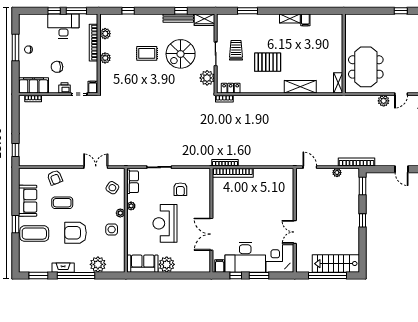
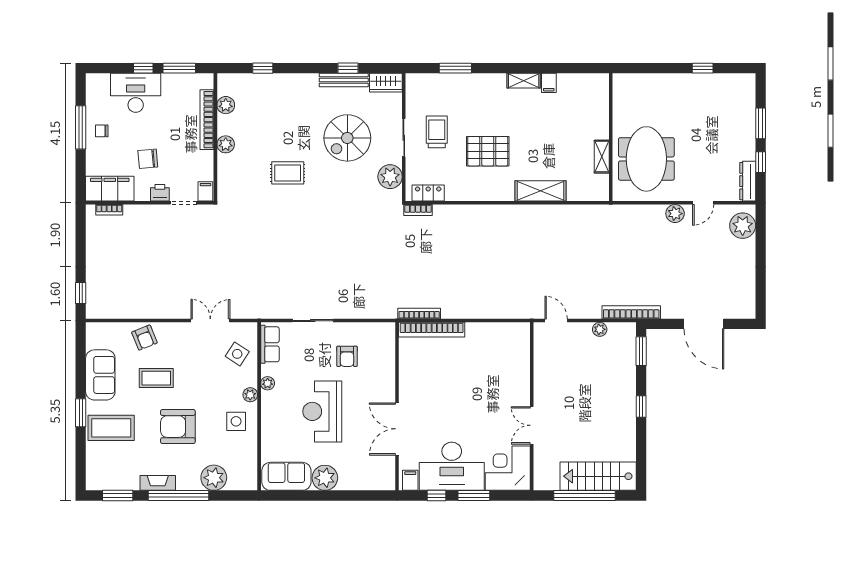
desk: (63, 26) -> (136, 93), moved
rug: (147, 53) -> (288, 173), moved
shelving: (338, 83) -> (602, 157), moved
door: (401, 169) -> (704, 324), width x1.87

